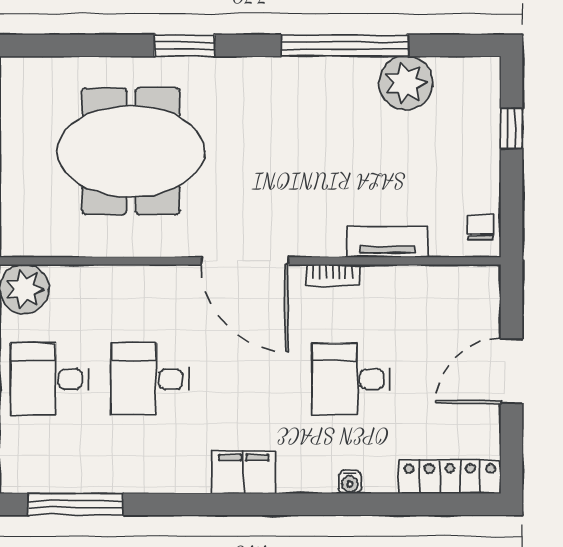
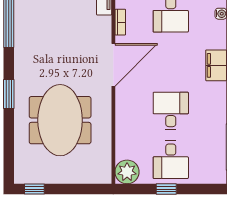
desk: (150, 379) -> (171, 111), turned 180

